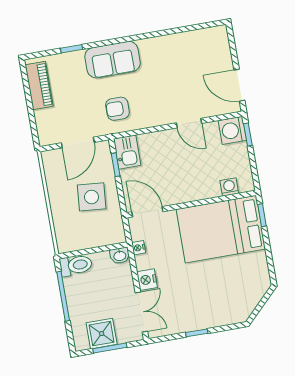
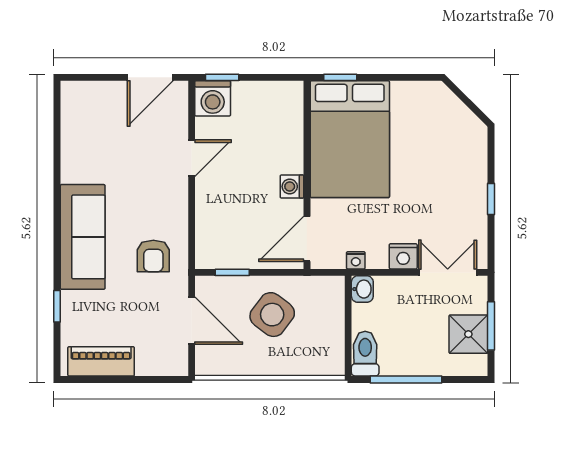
sofa: (113, 60) -> (83, 237), width x1.36
kitchen sink: (127, 152) -> (217, 253), removed
washing machine: (229, 187) -> (292, 186), moved
side table: (92, 197) -> (272, 315), turned 32

